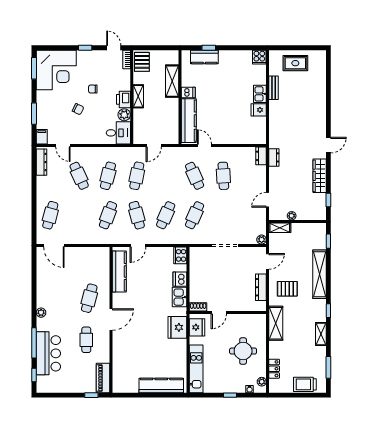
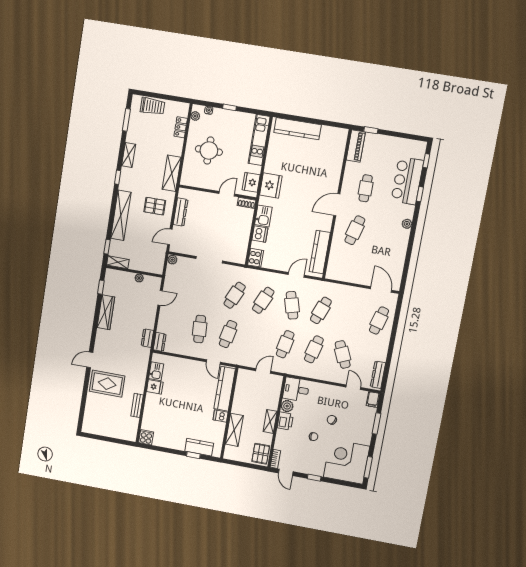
rug: (295, 63) -> (107, 384), moved, width x1.36, depth x1.43
kitchen sink: (260, 94) -> (156, 371), moved
door: (328, 145) -> (90, 360), moved
cafe table: (195, 176) -> (228, 334), turned 36
shelving: (280, 228) -> (118, 262), moved
window: (34, 343) -> (420, 194), width x0.46

